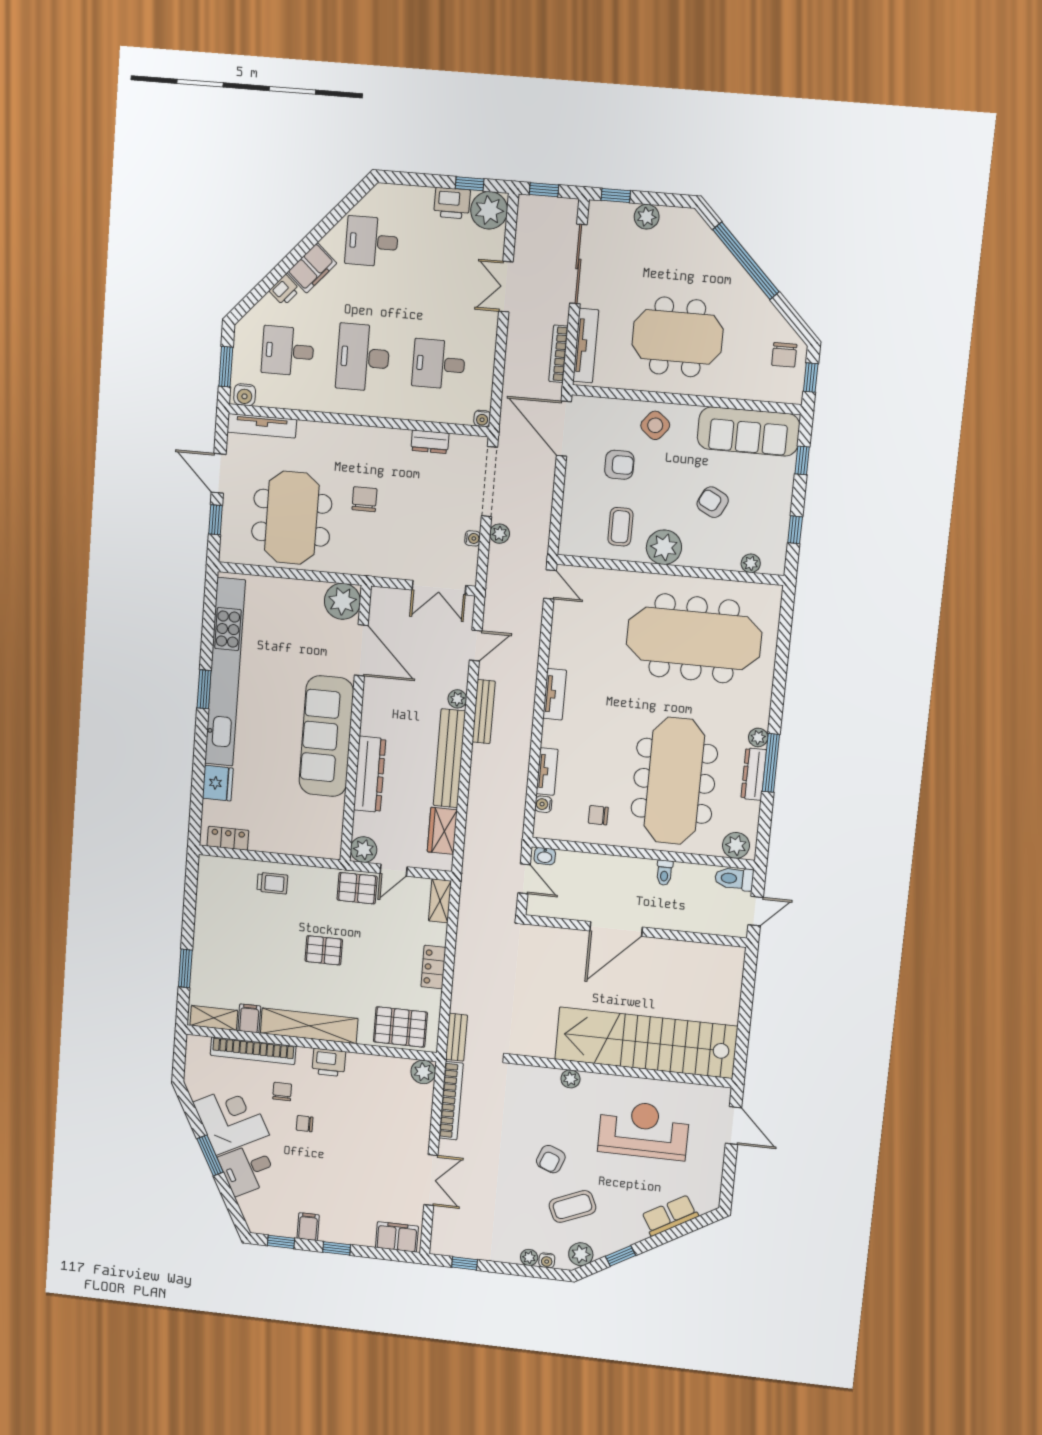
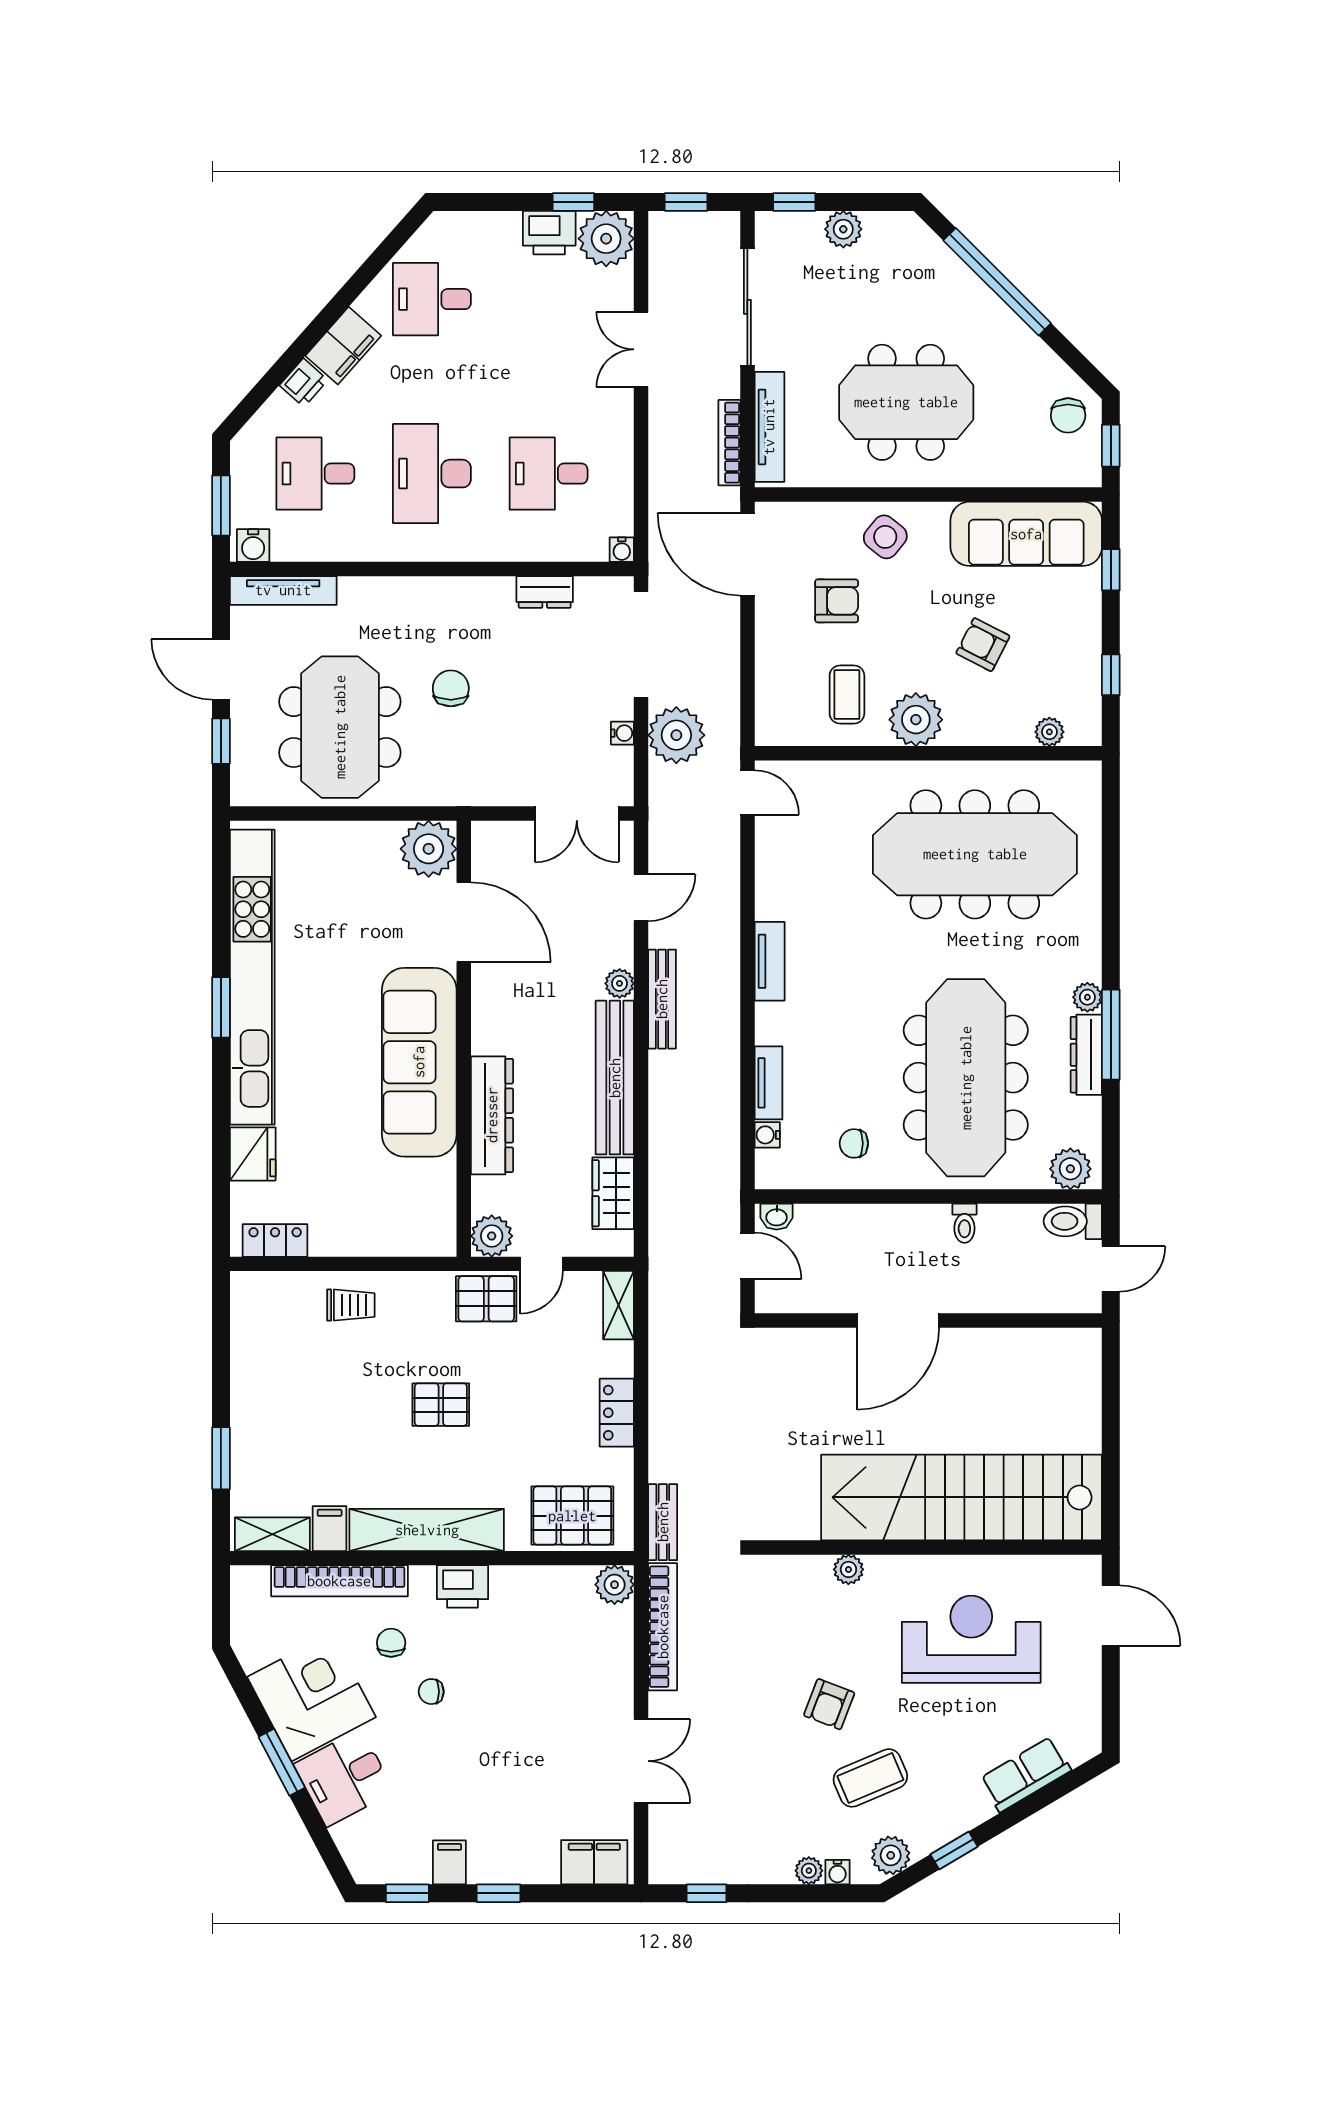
plant: (500, 534) -> (676, 735), width x1.88, depth x1.88

